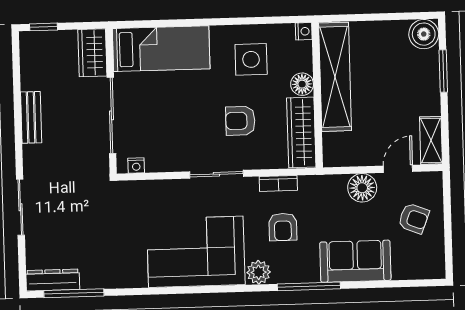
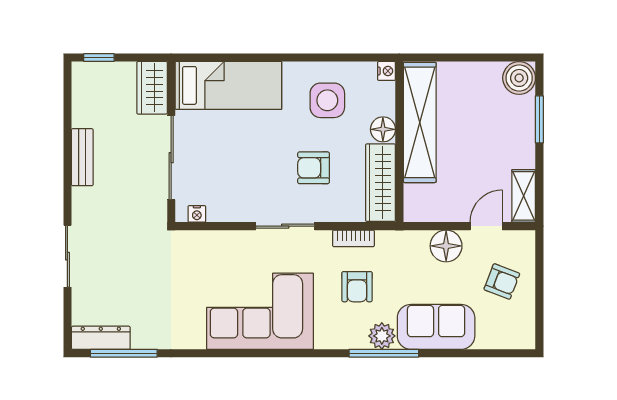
plant: (259, 272) -> (382, 336), moved

